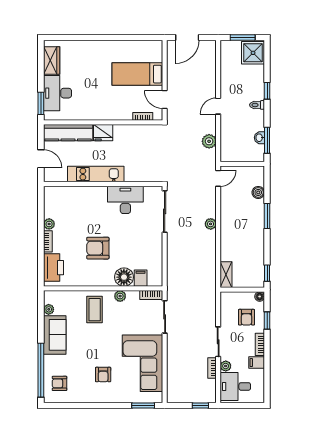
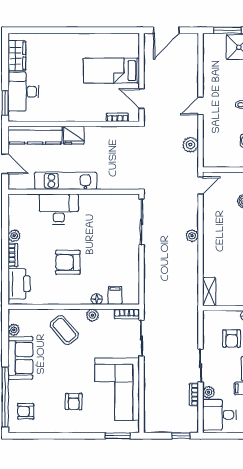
desk: (125, 200) -> (59, 209), moved
floor lamp: (124, 277) -> (97, 299), width x0.53, depth x0.53
coffee table: (95, 310) -> (64, 330), turned -41

